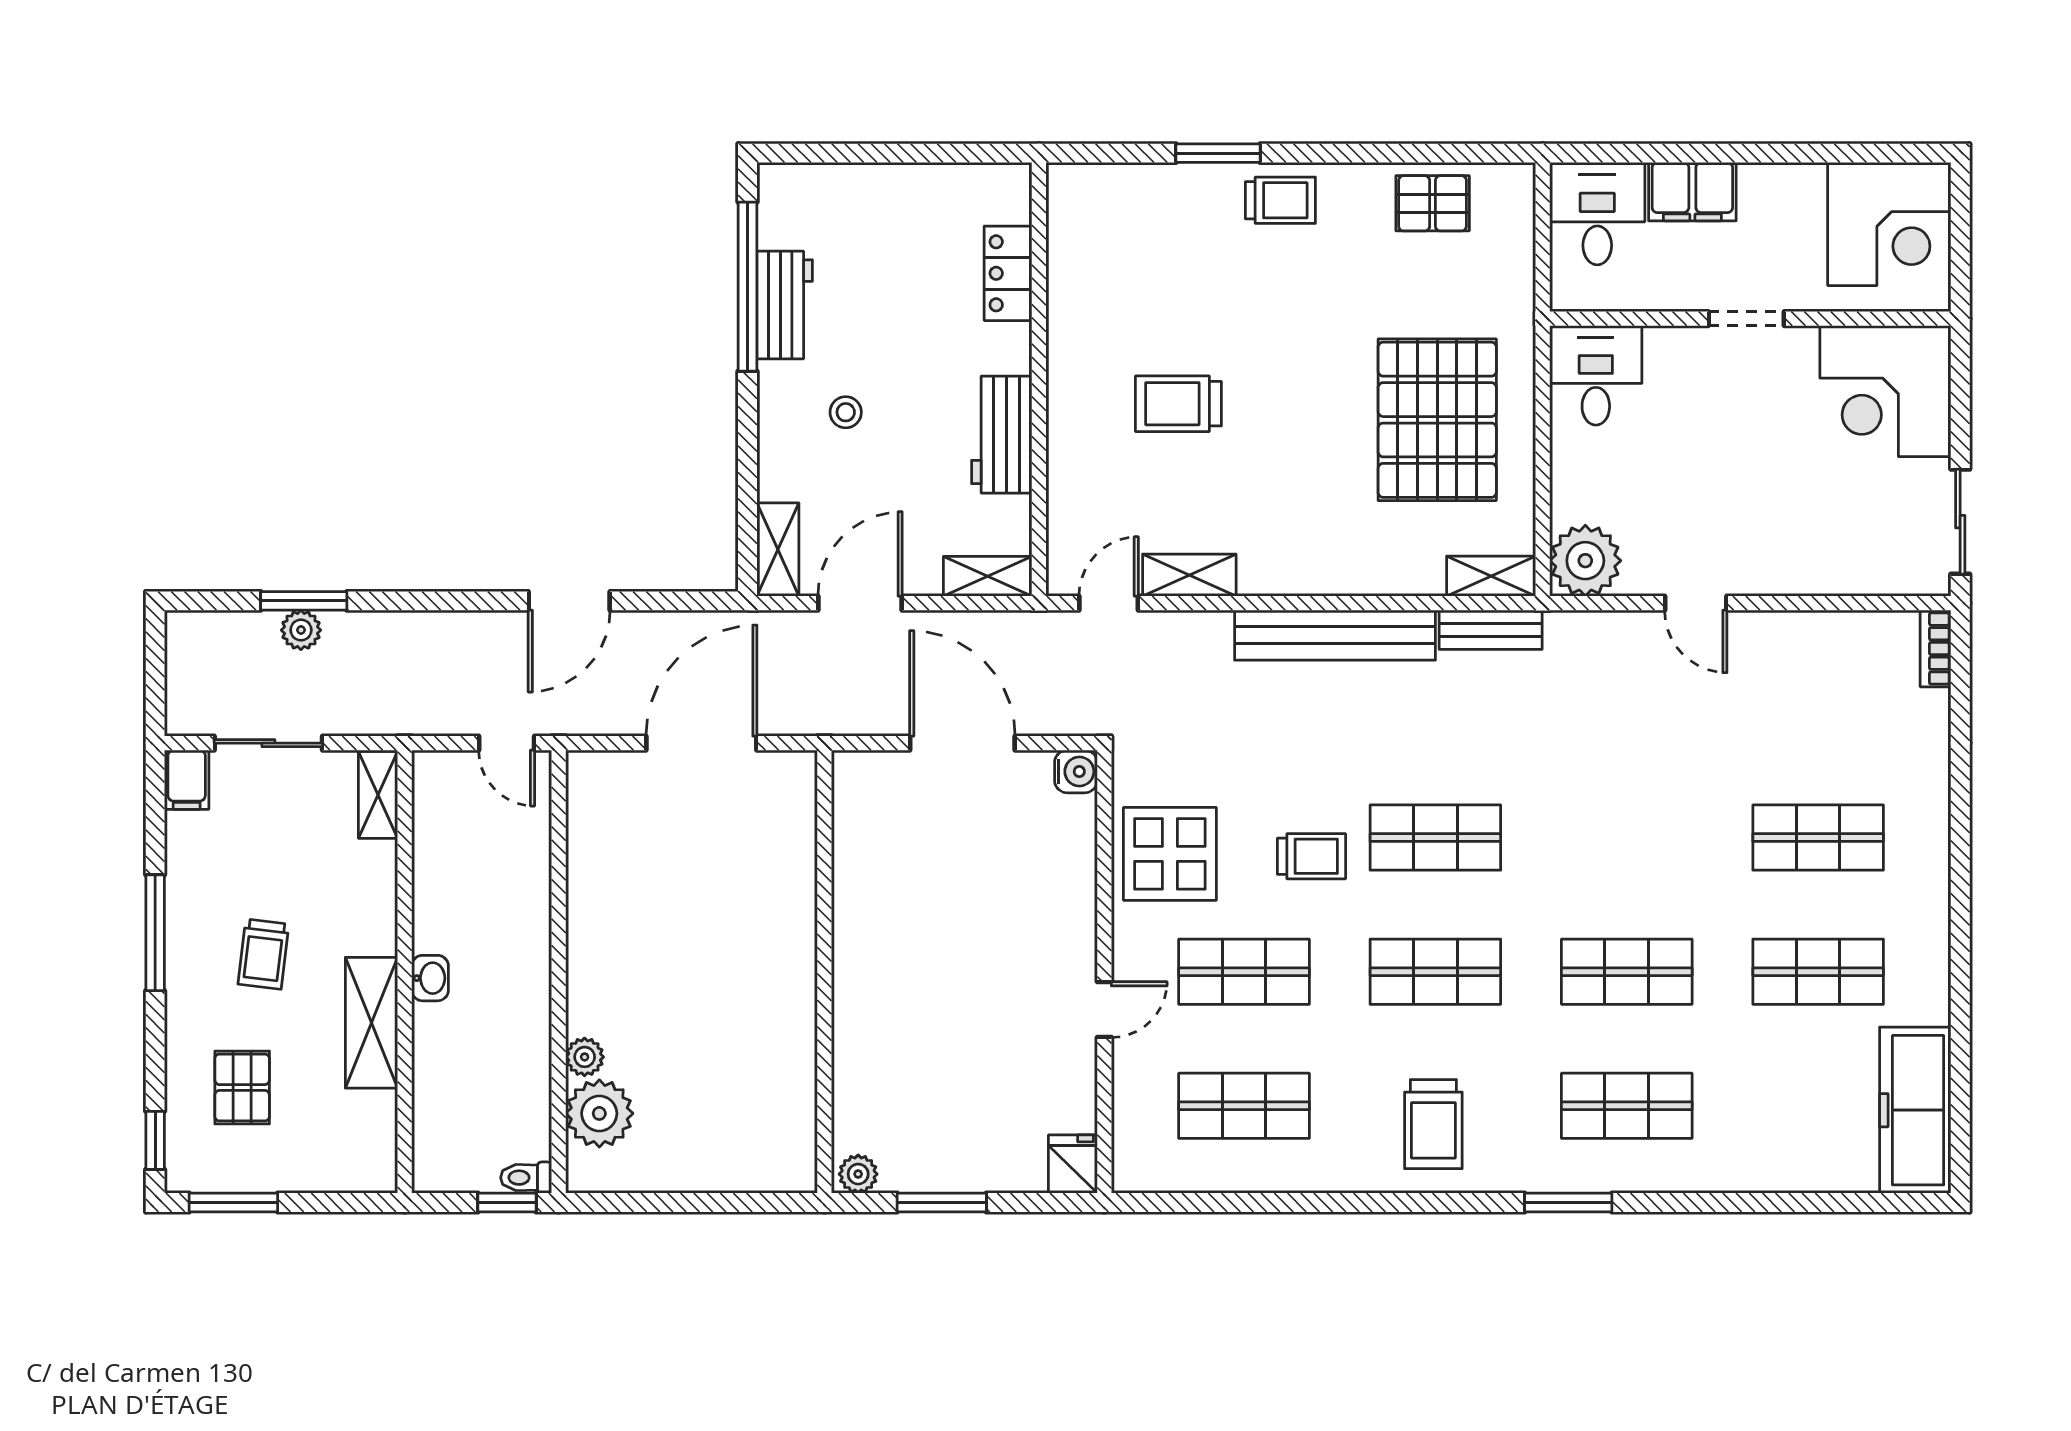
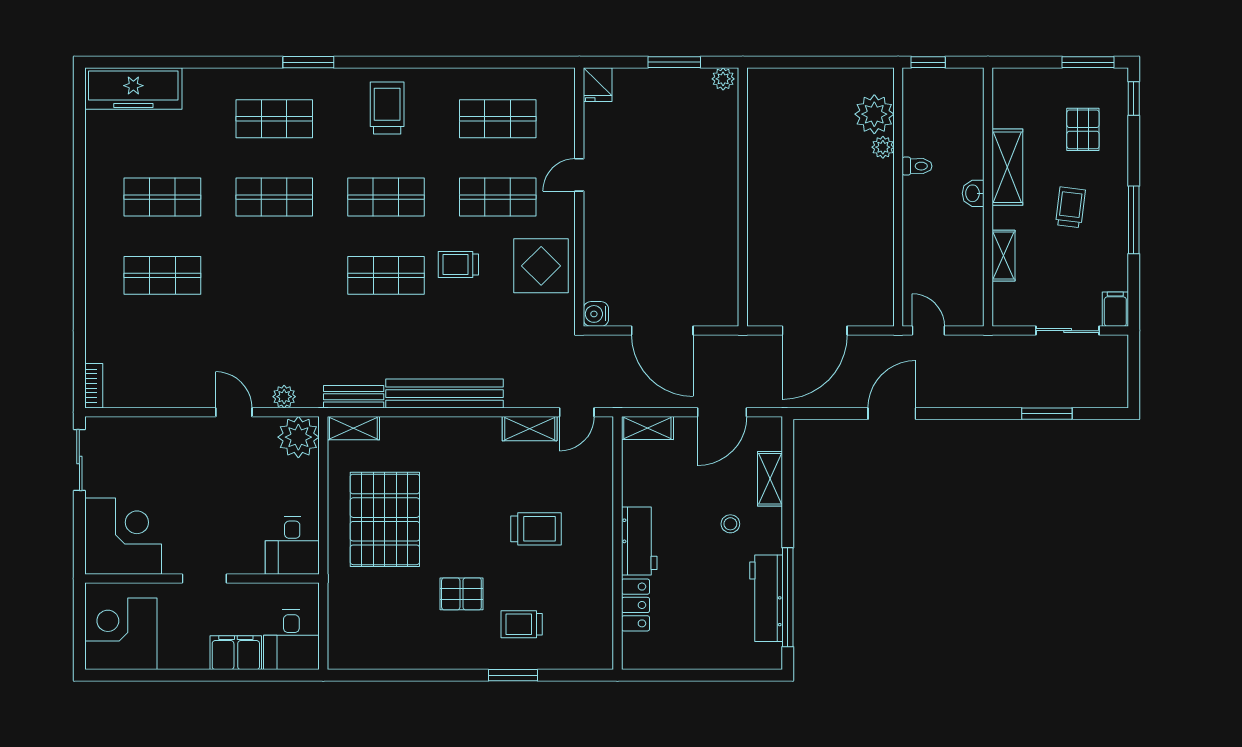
trolley: (1280, 200) -> (522, 624), moved
pallet: (1433, 203) -> (461, 594), moved
workbench: (785, 305) -> (766, 598), width x1.38
workbench: (1002, 435) -> (639, 541), moved
shelving: (778, 549) -> (770, 479), moved
plant: (301, 630) -> (284, 397), moved
shelving: (378, 795) -> (1004, 256), moved
freezer: (1915, 1110) -> (133, 88), moved, turned 90
toilet: (526, 1178) -> (917, 166), moved

